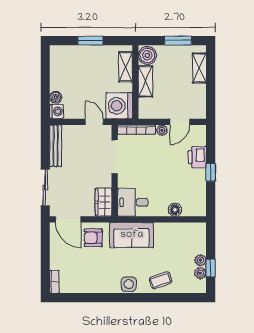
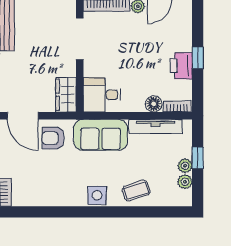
printer: (197, 157) -> (181, 66), moved
bookcase: (194, 212) -> (177, 106), added
tv unit: (176, 228) -> (155, 127), added
window: (211, 268) -> (198, 158), moved

